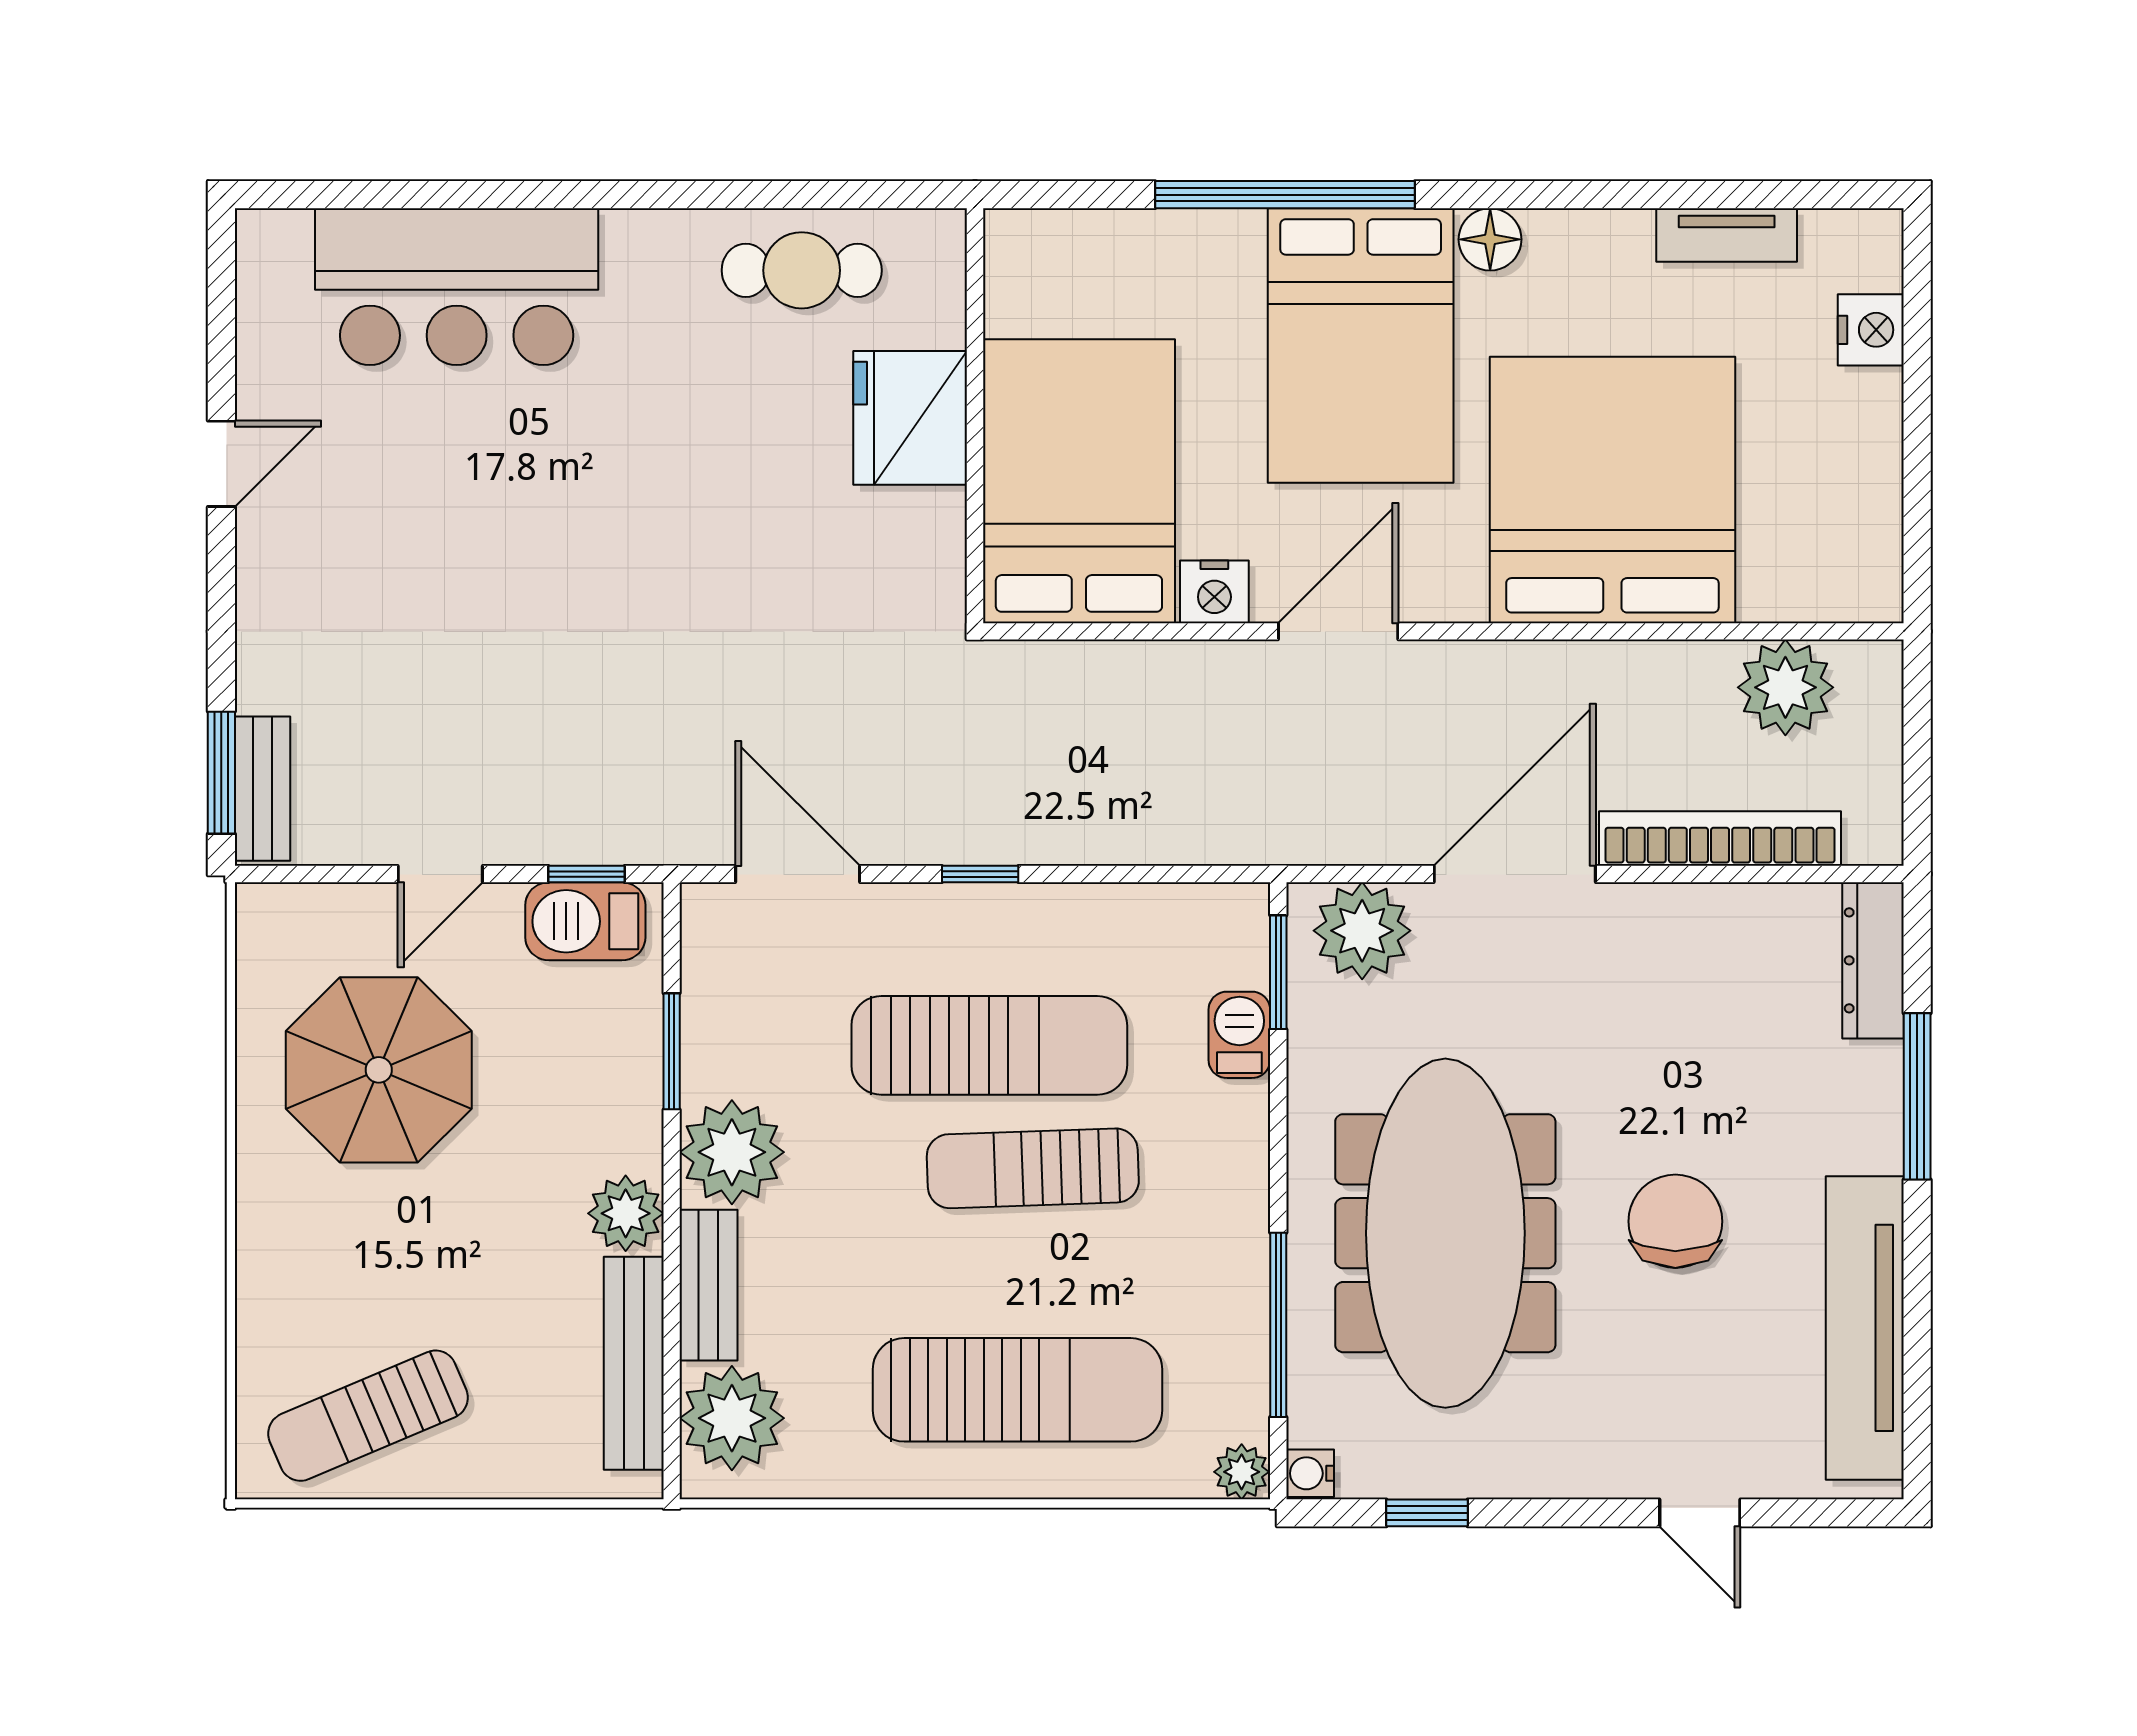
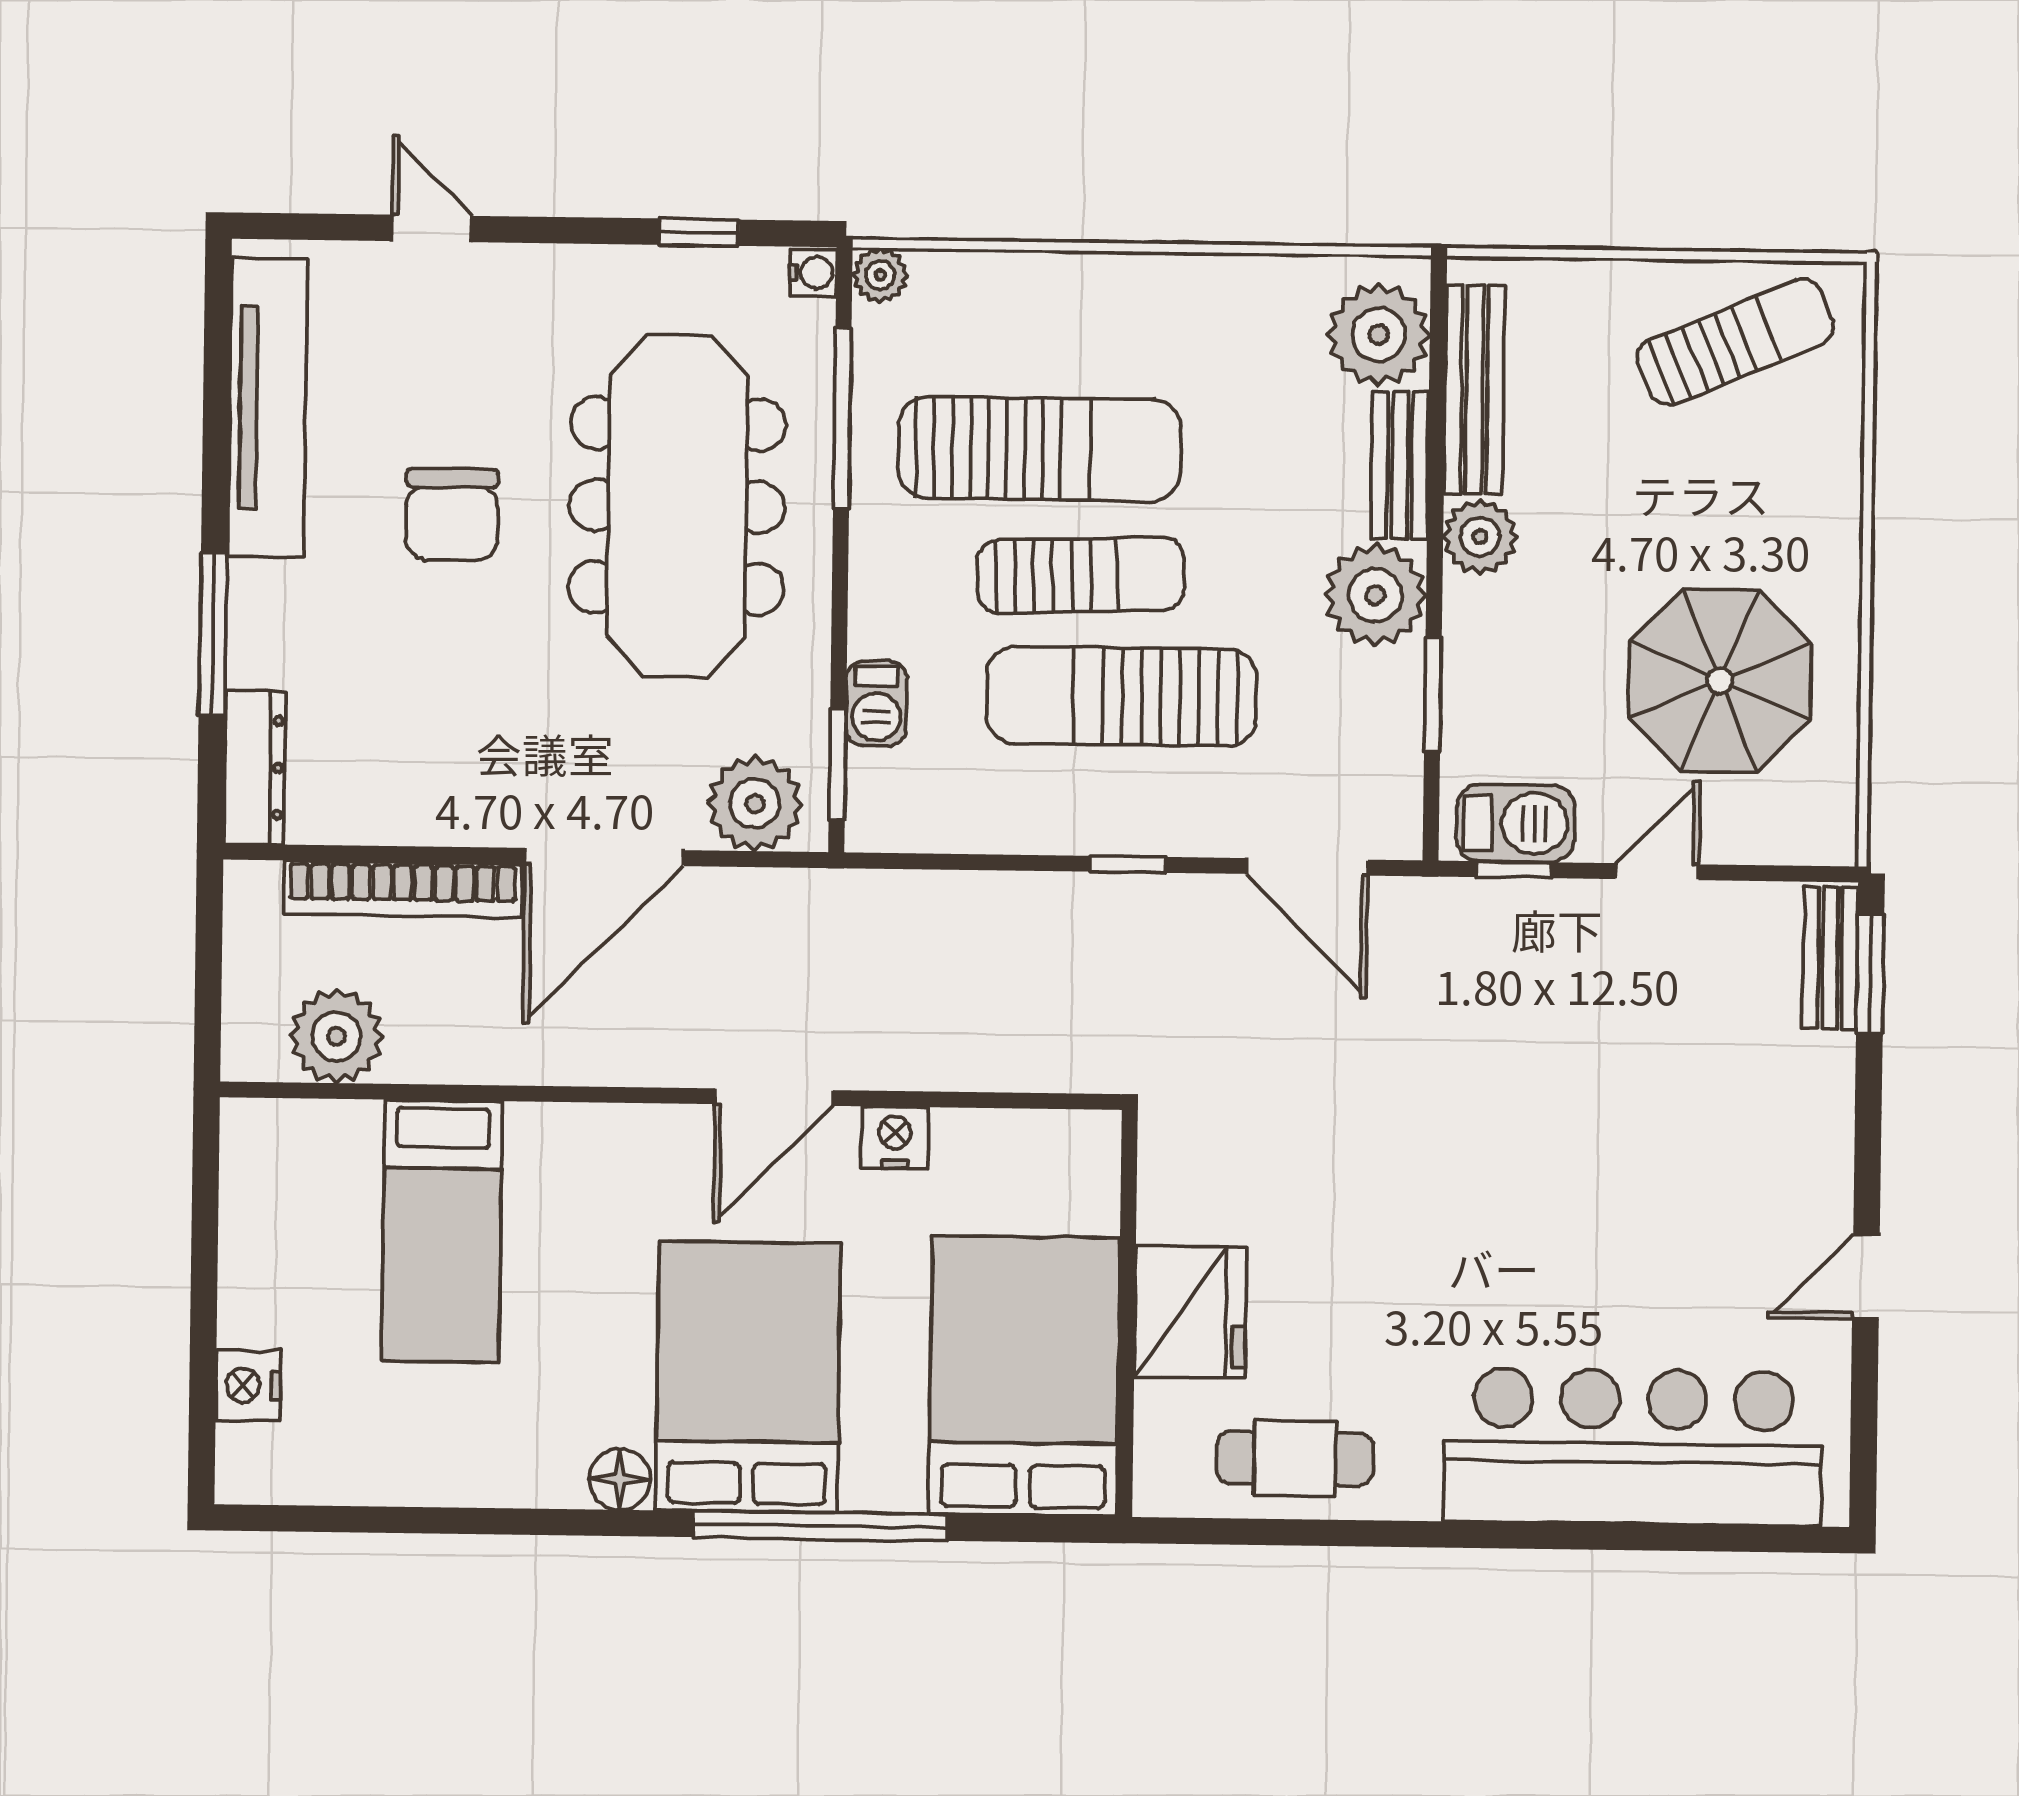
tv unit: (1727, 235) -> (388, 1480), removed
bar counter: (457, 287) -> (1633, 1447), width x1.36
bed: (1079, 481) -> (1024, 1376), moved, turned 180
bed: (1612, 490) -> (442, 1231), width x0.49
sun lounger: (1017, 1390) -> (1039, 449), moved, turned 180

